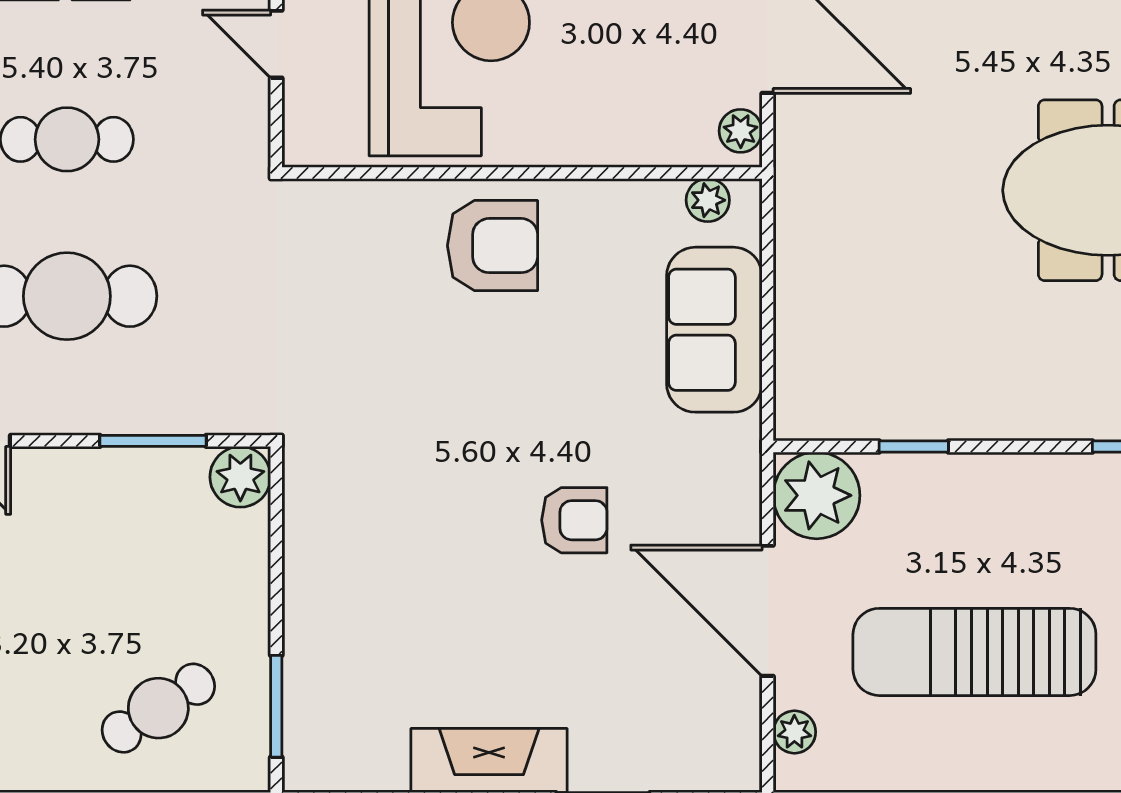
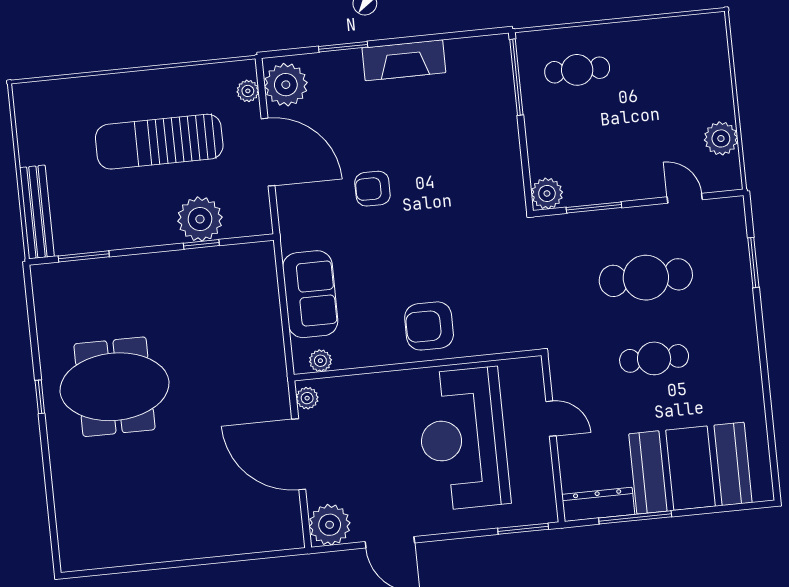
plant: (817, 495) -> (200, 219), moved
sun lounger: (974, 652) -> (159, 142), turned 180
window: (276, 706) -> (516, 77), width x1.44
cafe table: (158, 708) -> (577, 70), turned 33
plant: (720, 737) -> (286, 85), added

